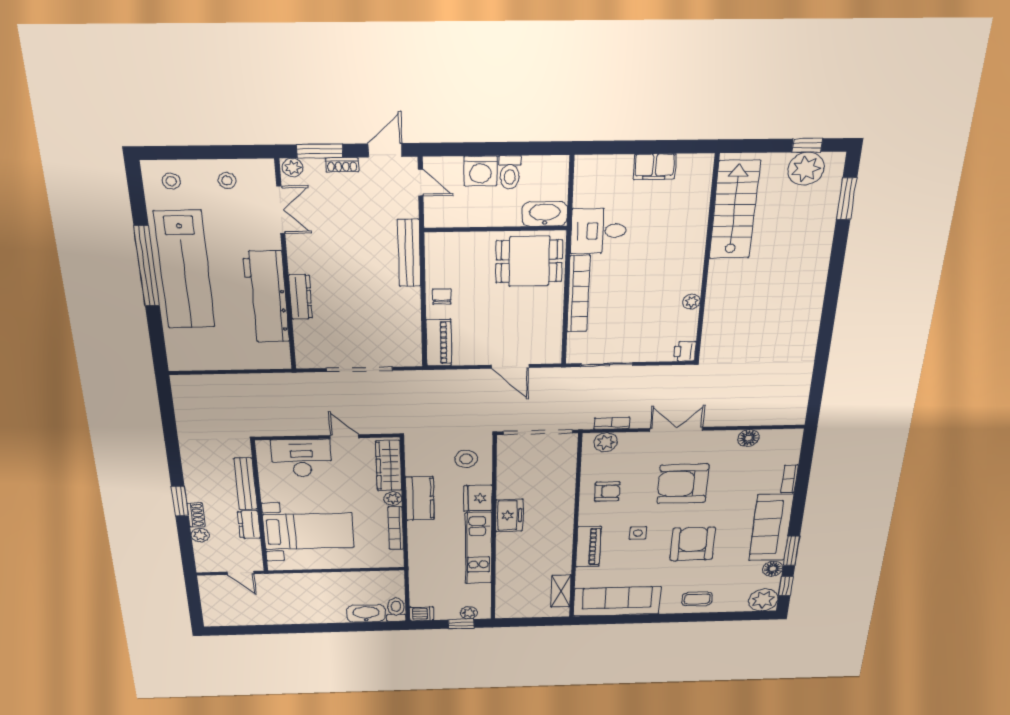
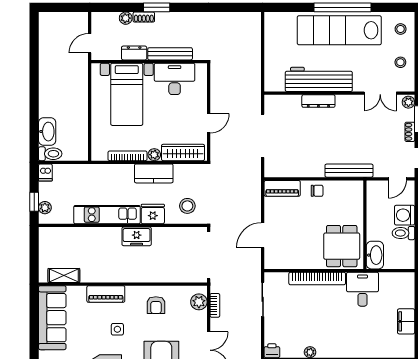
desk: (302, 458) -> (175, 79), moved, turned -90

